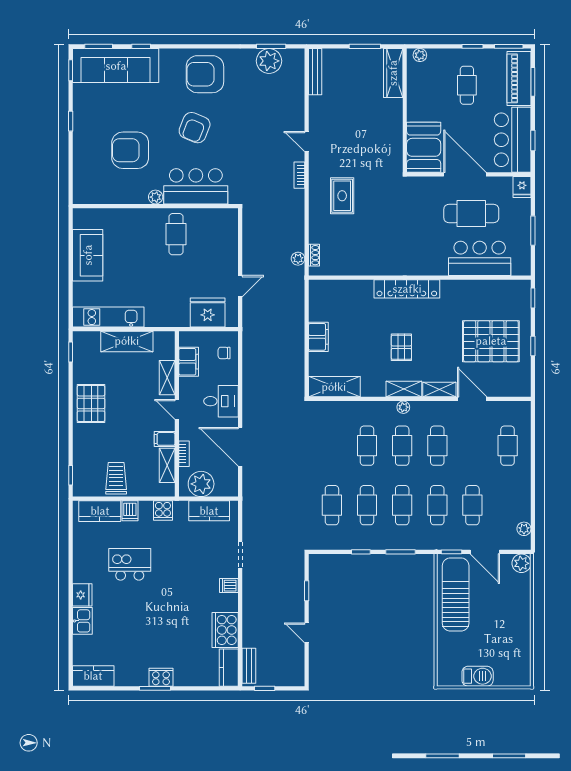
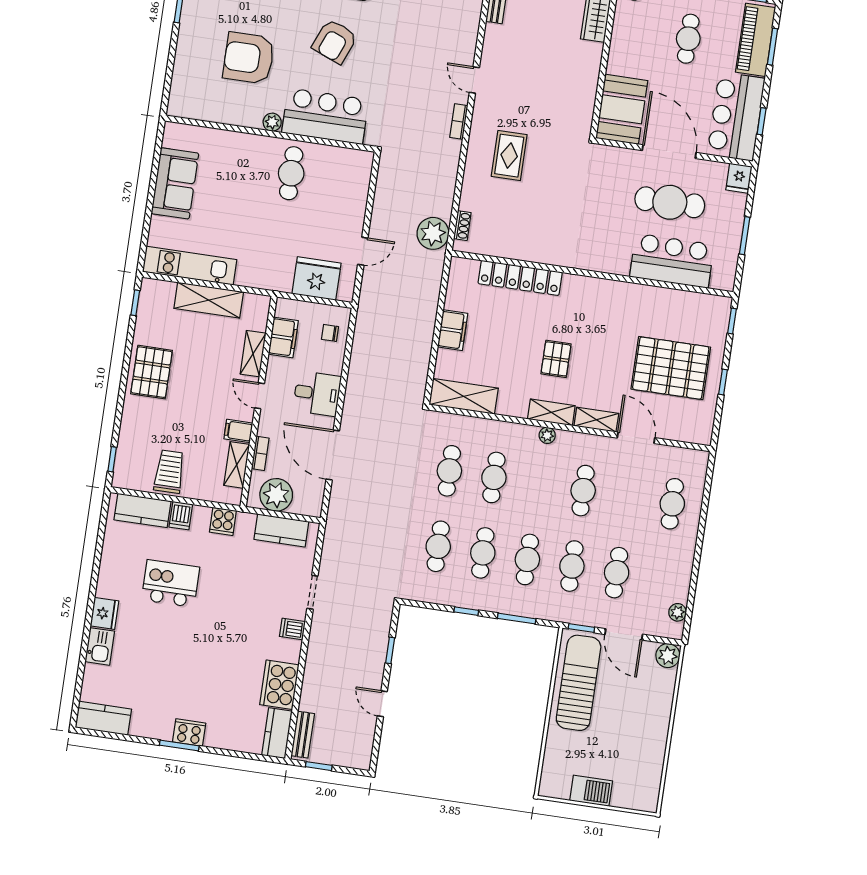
plant: (298, 259) -> (433, 233), width x1.88, depth x1.88
locker: (407, 289) -> (520, 278), moved
cafe table: (402, 446) -> (449, 471), moved

